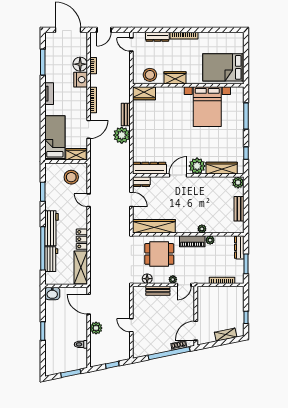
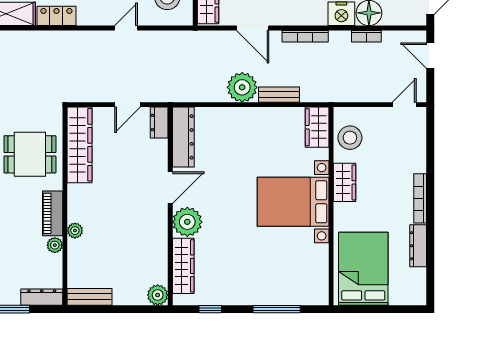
dresser: (157, 37) -> (418, 246), moved
bed with nightstands: (207, 107) -> (293, 202), moved
door: (178, 175) -> (170, 188), hinge flipped
bench: (239, 209) -> (90, 297), moved
dining table: (159, 254) -> (30, 154), turned 90

